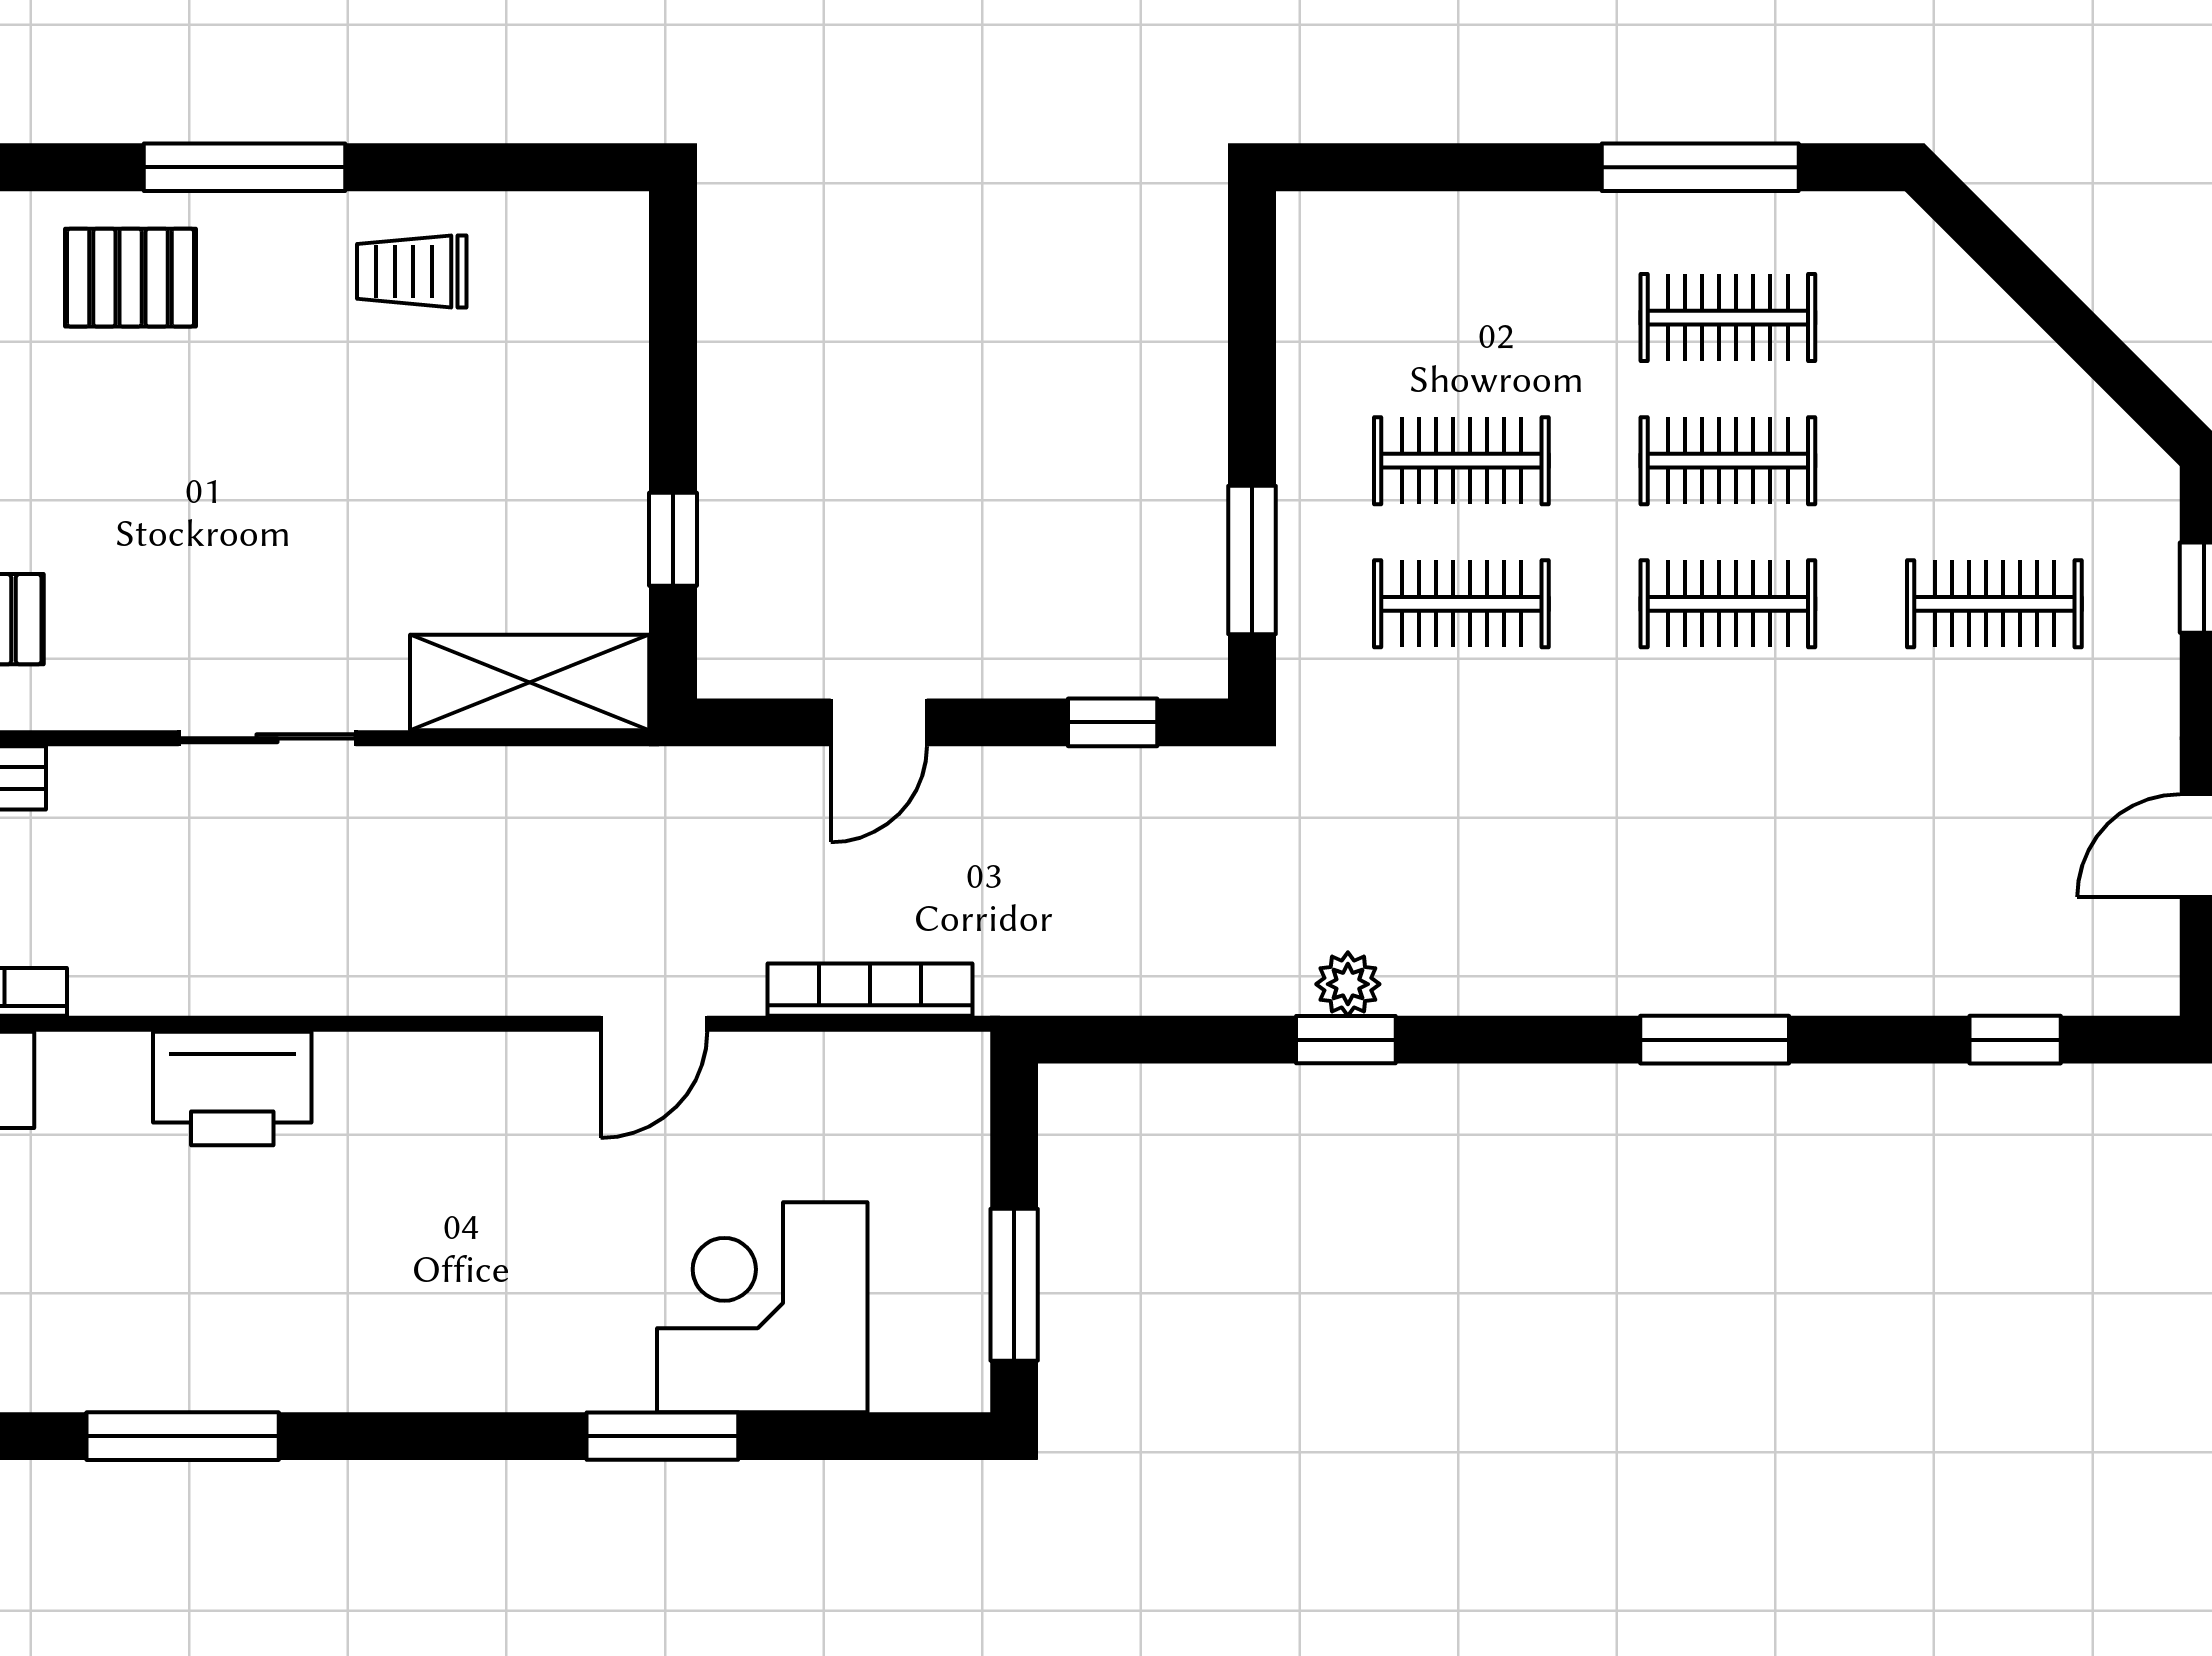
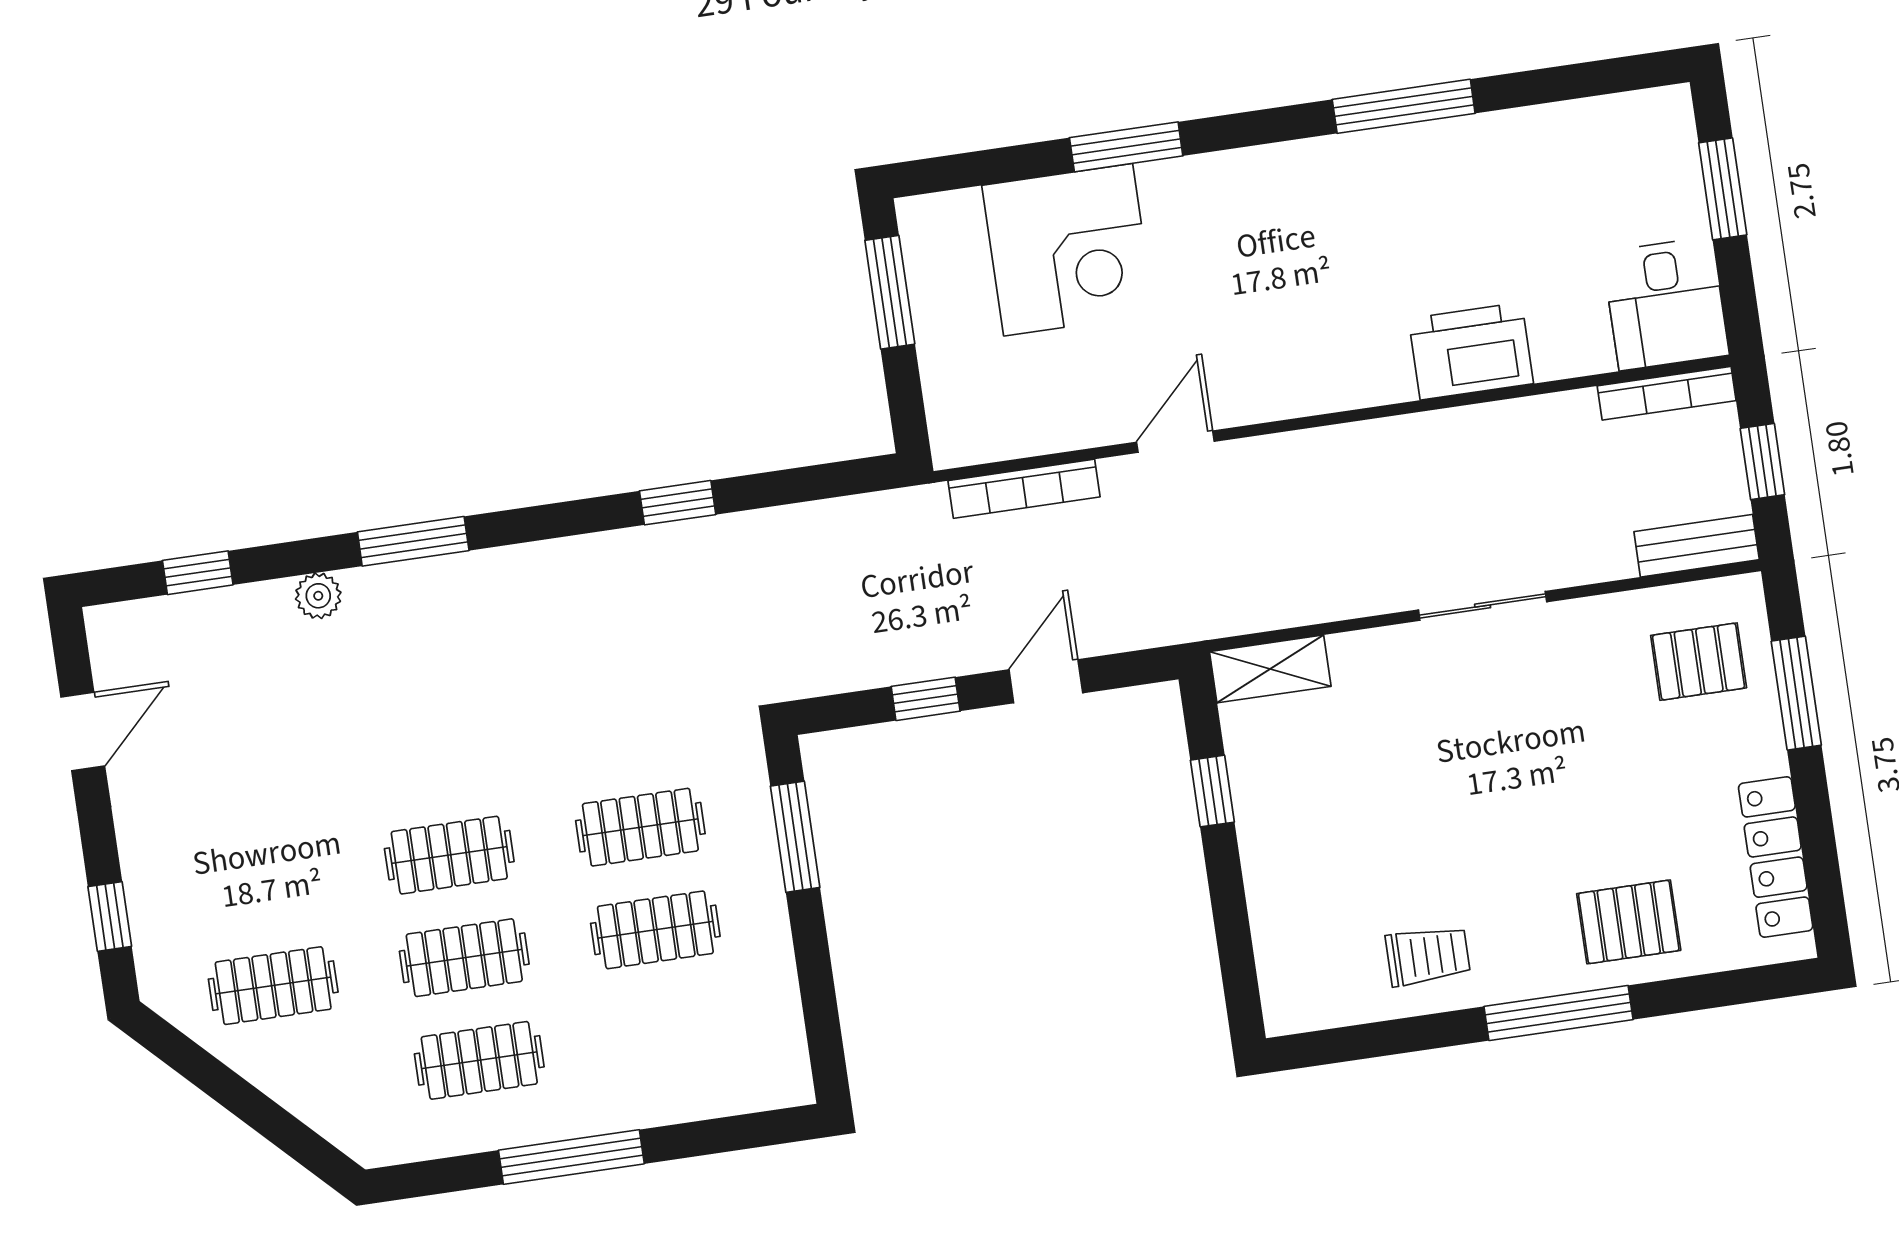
window: (1700, 167) -> (571, 1157), moved
clothes rail: (1994, 604) -> (273, 986), moved
shelving: (530, 683) -> (1270, 669), width x0.67, depth x0.75
window: (1113, 722) -> (926, 699), moved
plant: (1348, 984) -> (318, 596), moved
window: (183, 1436) -> (1404, 106), moved

